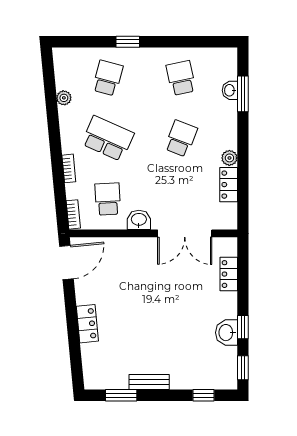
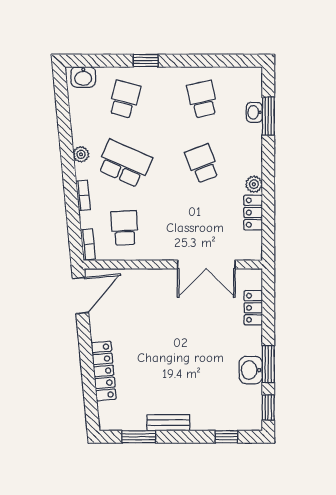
plant: (64, 98) -> (81, 154), moved
school desk: (181, 138) -> (202, 164), turned -42
washbasin: (139, 220) -> (83, 77), moved, turned 180
locker: (87, 324) -> (104, 371), width x1.53
window: (243, 327) -> (268, 364), width x1.50

